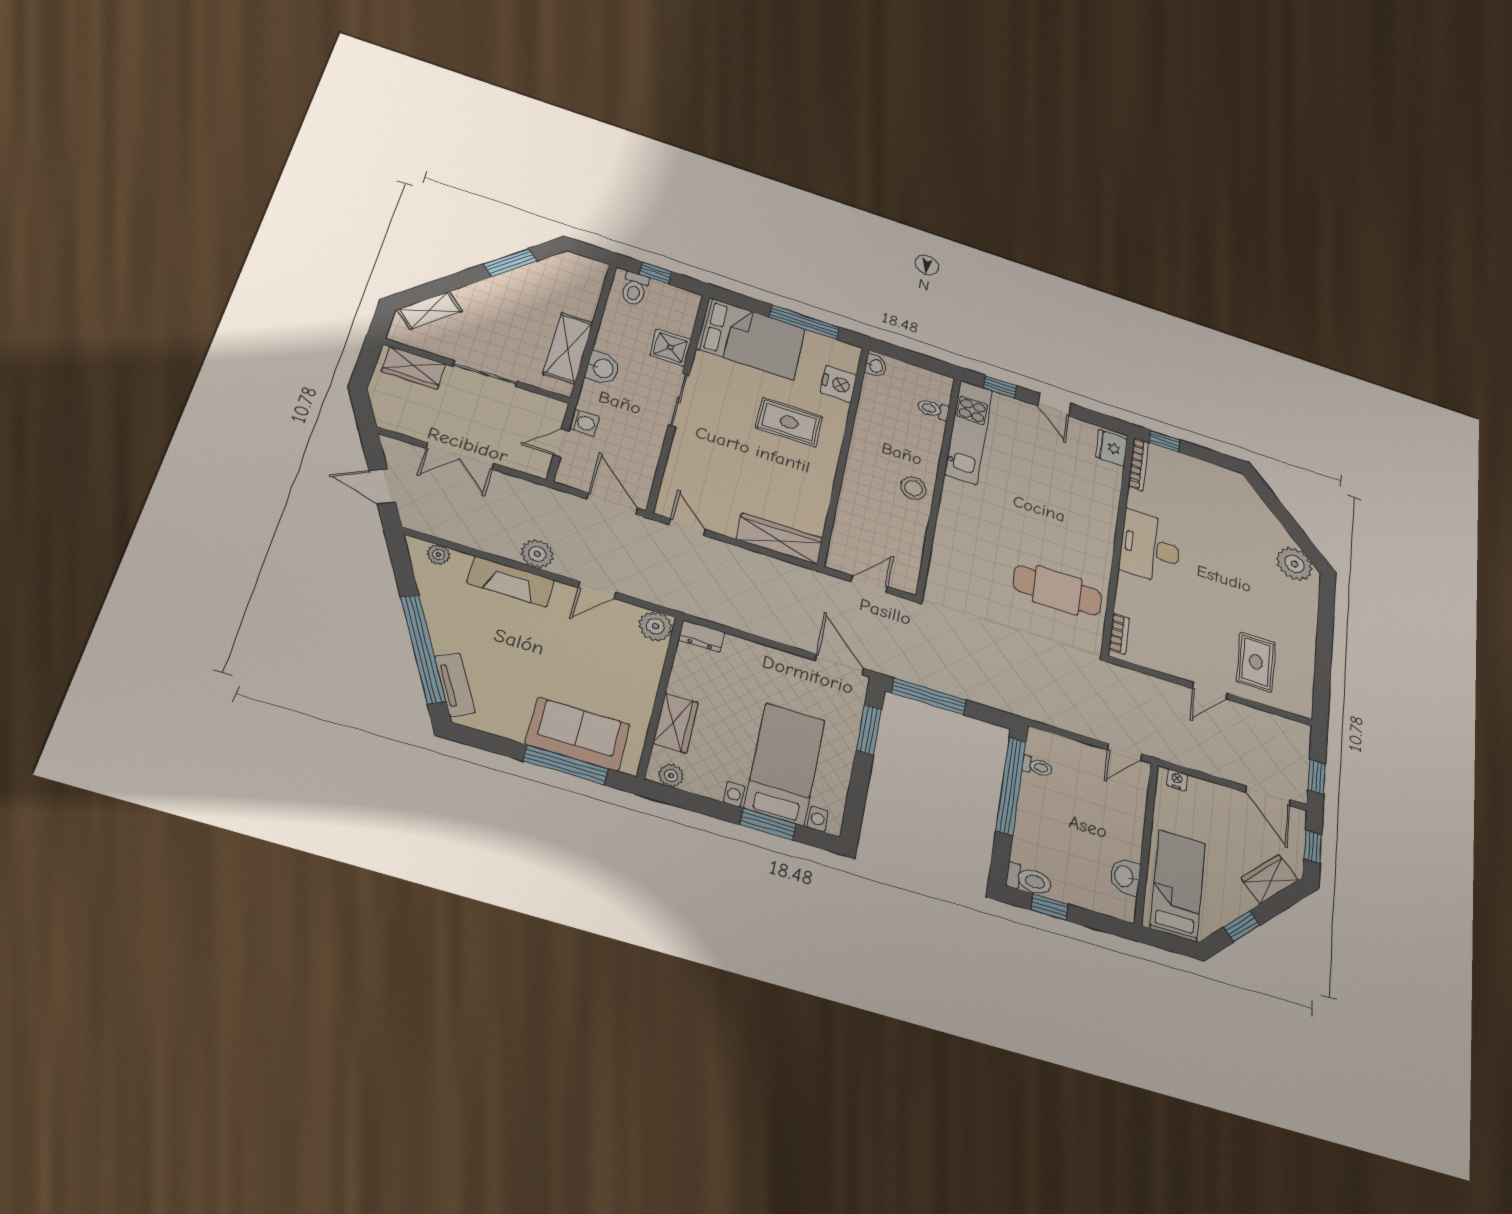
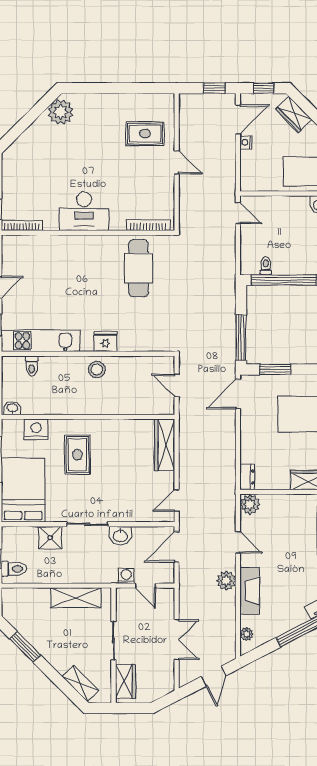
washbasin: (603, 368) -> (120, 536), moved, turned 180
fridge: (1112, 448) -> (105, 342), moved, turned 180
bookcase: (1119, 634) -> (148, 225), width x1.56
nightstand: (1177, 780) -> (246, 142), moved

